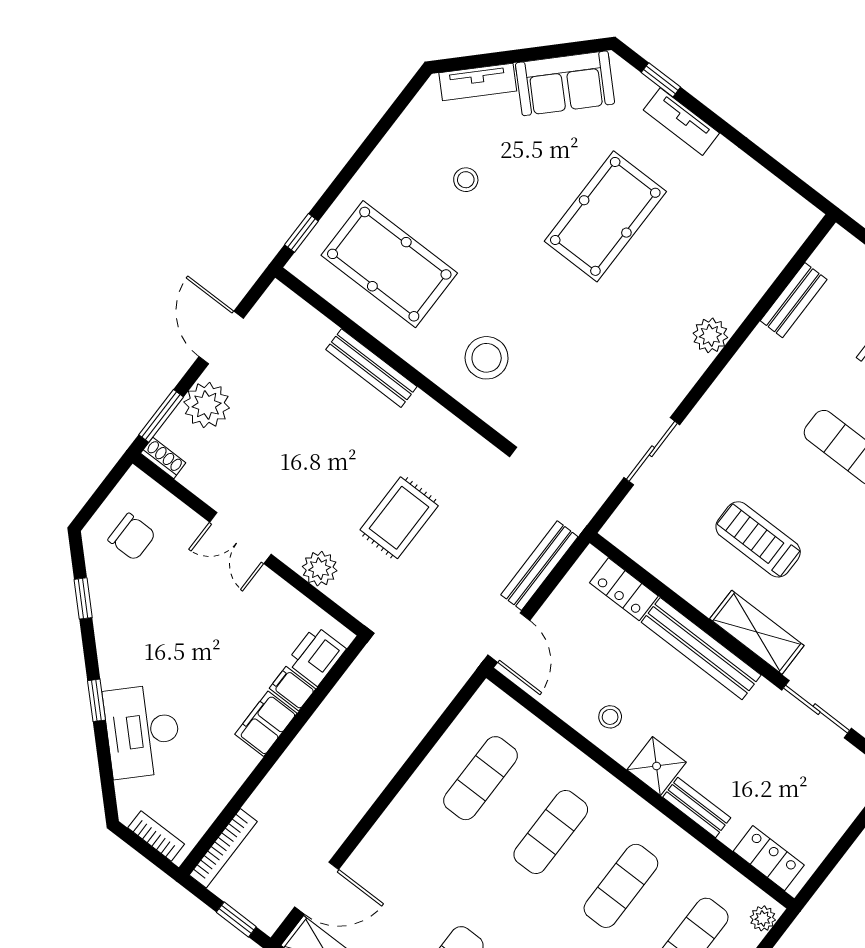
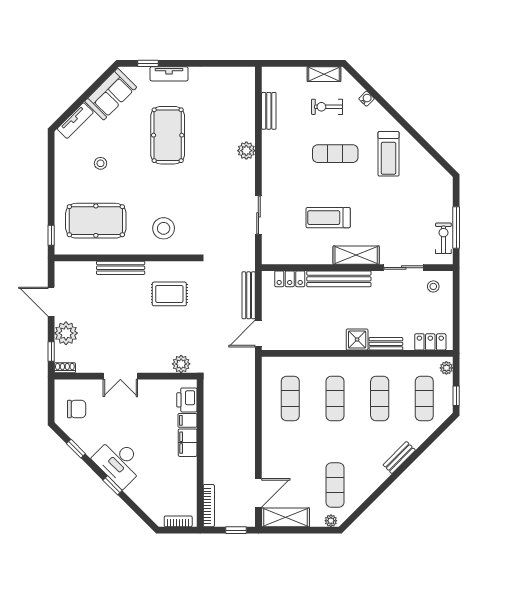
window: (161, 416) -> (51, 352), width x0.67
rug: (399, 518) -> (169, 294), moved, turned 90
plant: (320, 569) -> (181, 364), moved
door: (509, 638) -> (258, 333), swing flipped
stool: (610, 717) -> (433, 286), moved
desk: (143, 731) -> (119, 462), moved

